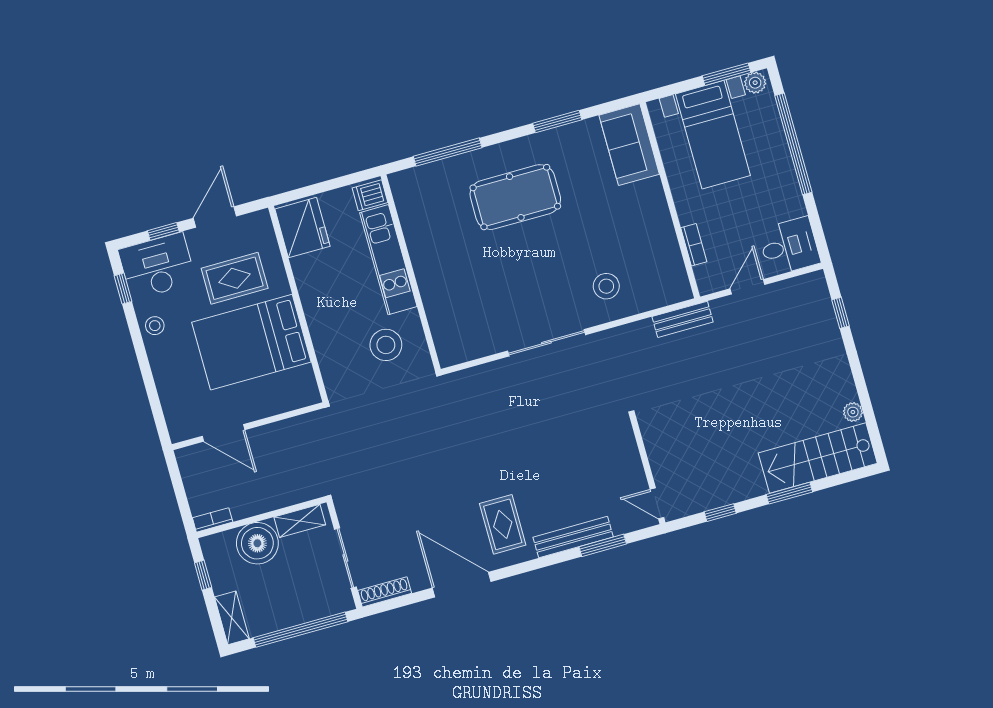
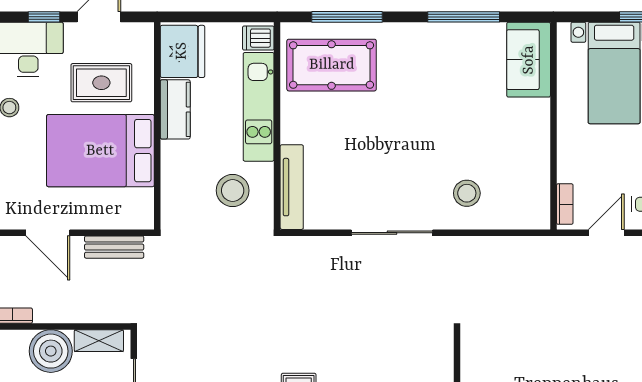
window: (557, 121) -> (464, 17), width x1.44
pool table: (515, 197) -> (332, 65), moved
bookcase: (694, 245) -> (565, 204), moved
kitchen counter: (311, 284) -> (175, 109), added
bench: (683, 319) -> (114, 247), moved
tv unit: (440, 326) -> (292, 187), added

